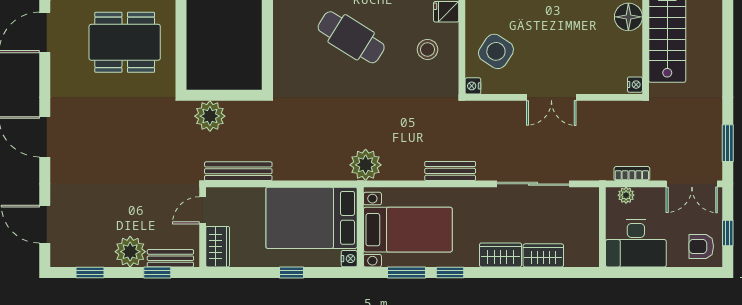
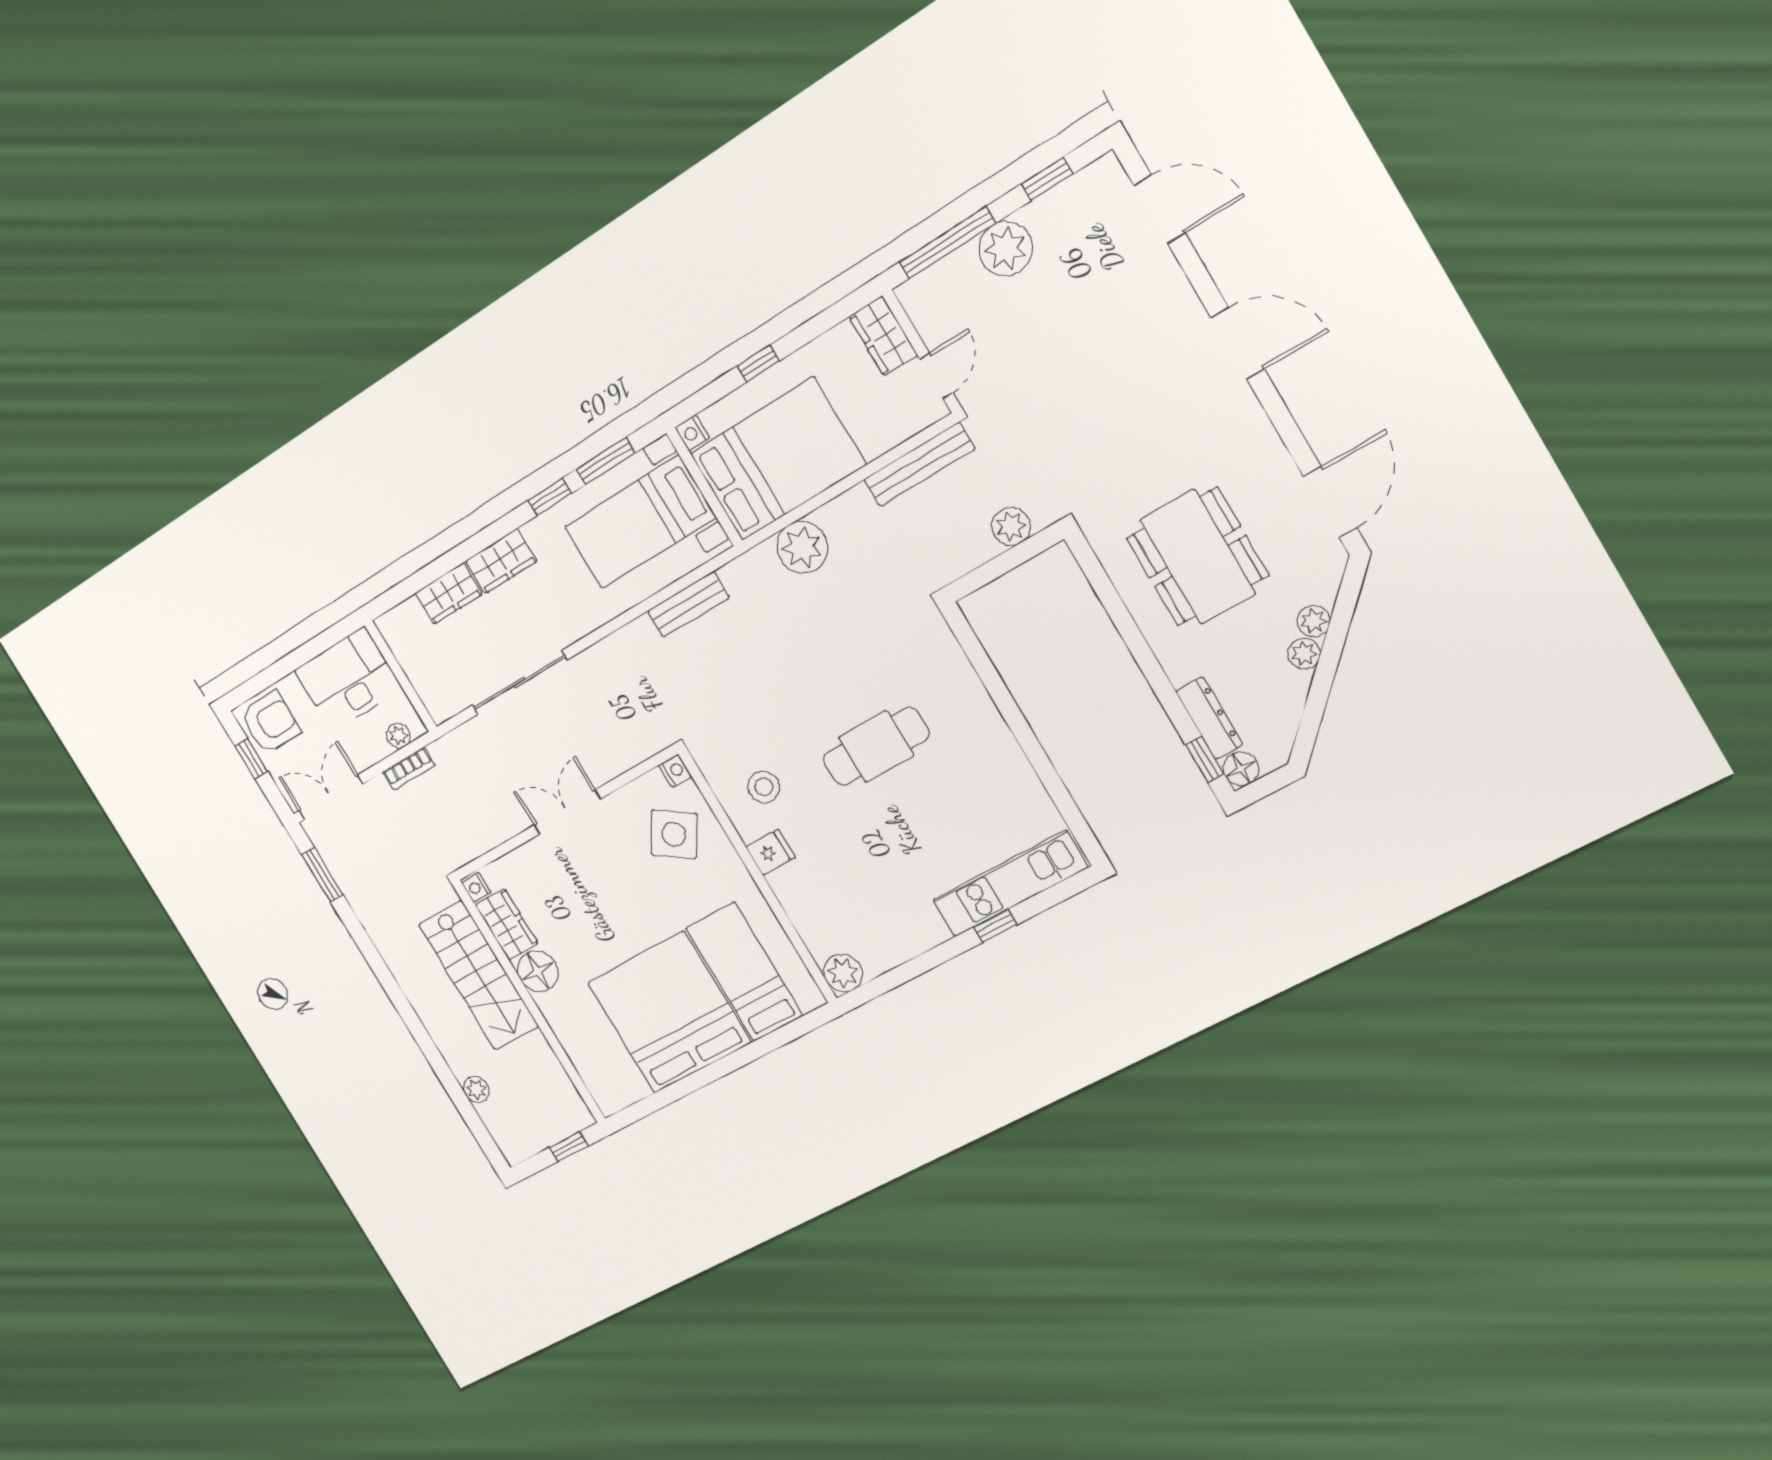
cafe table: (351, 37) -> (876, 746), turned -32
dining table: (125, 42) -> (1198, 557), turned 90
wardrobe: (630, 54) -> (507, 924), added
plant: (210, 116) -> (1011, 526), width x0.73, depth x0.73
plant: (366, 165) -> (802, 547), moved
bench: (450, 171) -> (688, 604), moved
armchair: (701, 246) -> (270, 723), width x1.38, depth x1.38
bench: (170, 258) -> (941, 276), removed
window: (157, 272) -> (947, 243), width x2.17

